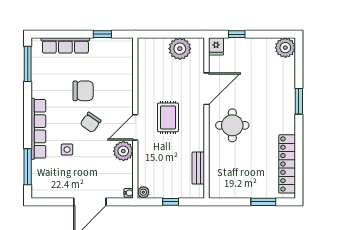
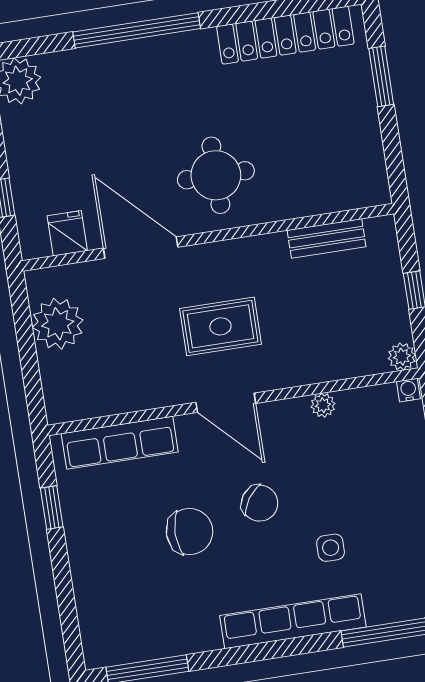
row of seats: (65, 45) -> (120, 443), moved, turned 90
fridge: (216, 46) -> (67, 233), moved, turned -90
chair: (83, 91) -> (189, 532), turned 90
window: (299, 101) -> (137, 30), width x2.11
door: (135, 127) -> (226, 403), moved
plant: (123, 151) -> (323, 405), width x0.53, depth x0.53

